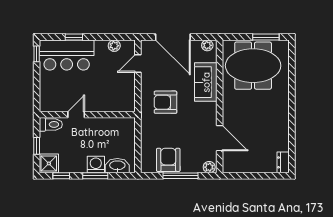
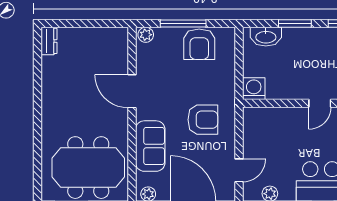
door: (220, 138) -> (132, 91), moved
washing machine: (96, 165) -> (254, 89), moved, turned 180

